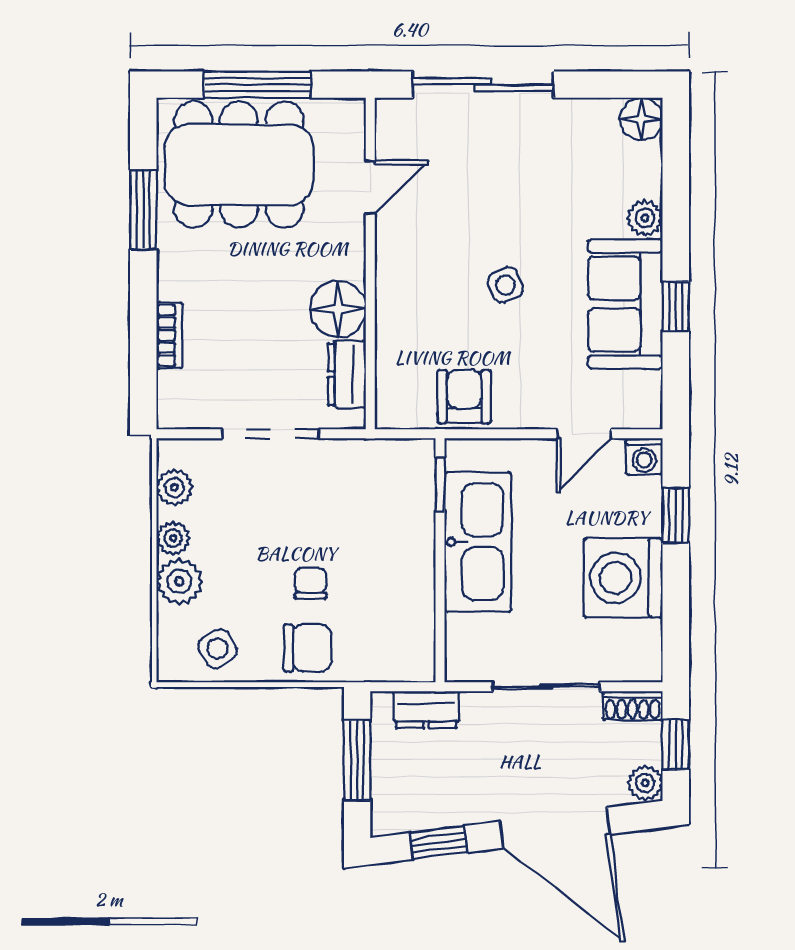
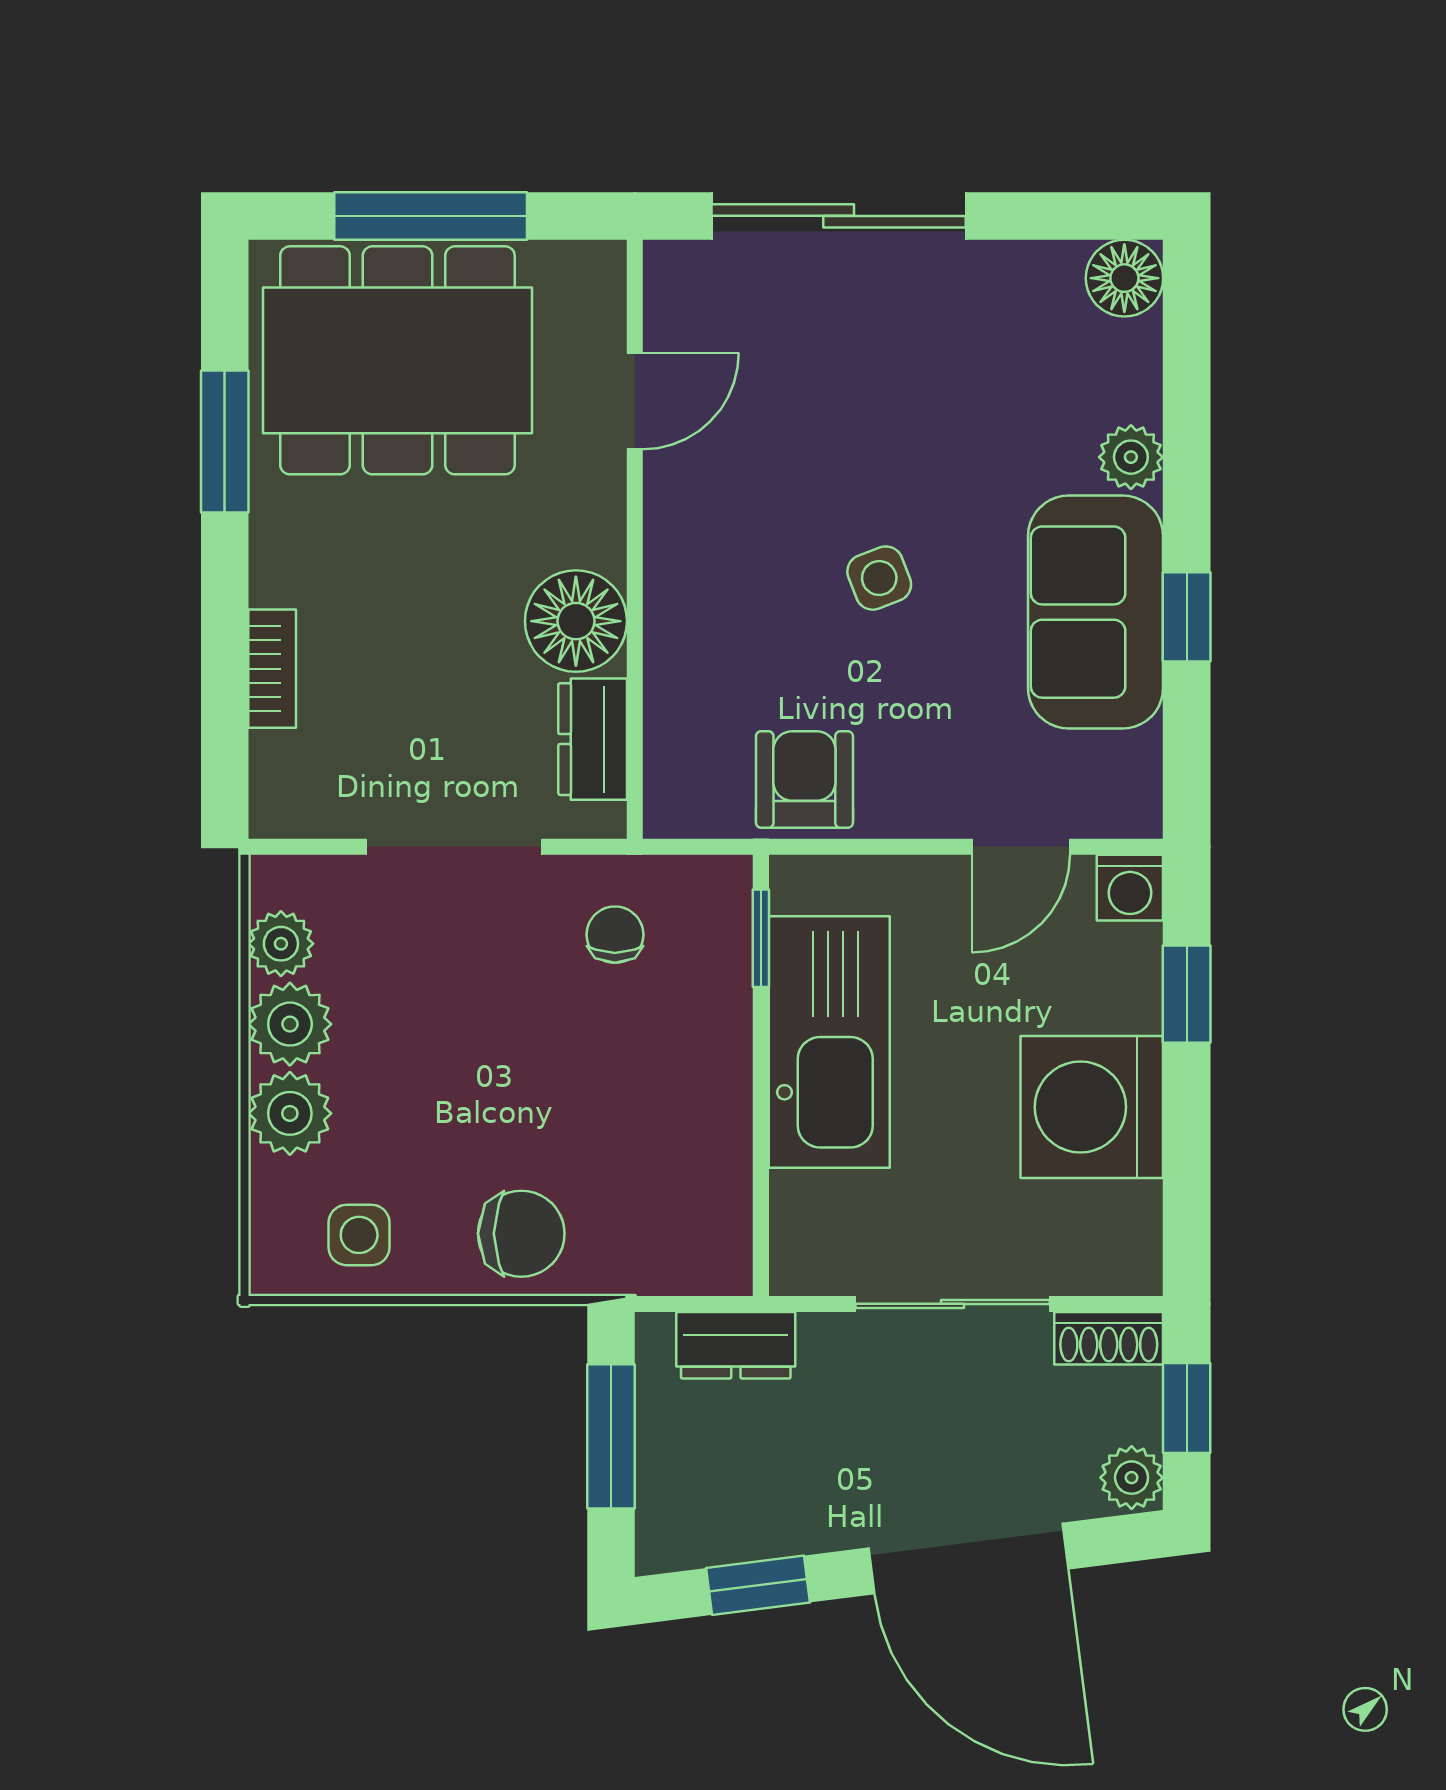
plant: (173, 538) -> (290, 1024), width x1.38, depth x1.38
chair: (311, 583) -> (615, 935), moved
side table: (218, 649) -> (359, 1235), turned 31

